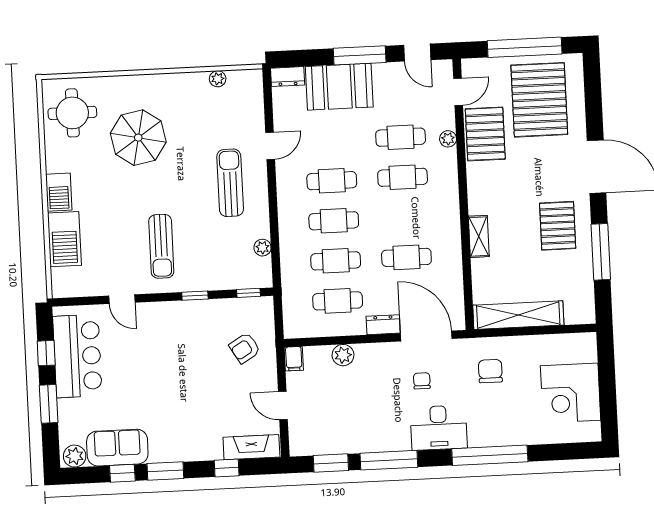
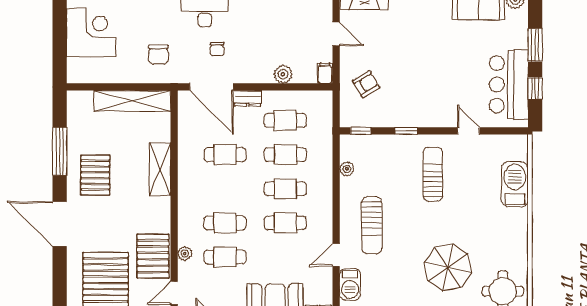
barbecue: (59, 192) -> (350, 284), moved, turned 180
shelving: (479, 236) -> (160, 169), width x1.50, depth x1.33

